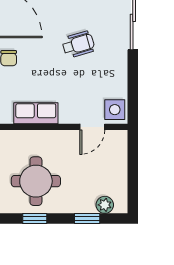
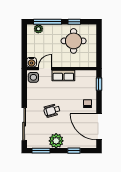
row of seats: (36, 113) -> (63, 76), moved
water cooler: (118, 139) -> (32, 62), added
window: (87, 219) -> (48, 22), width x2.17

